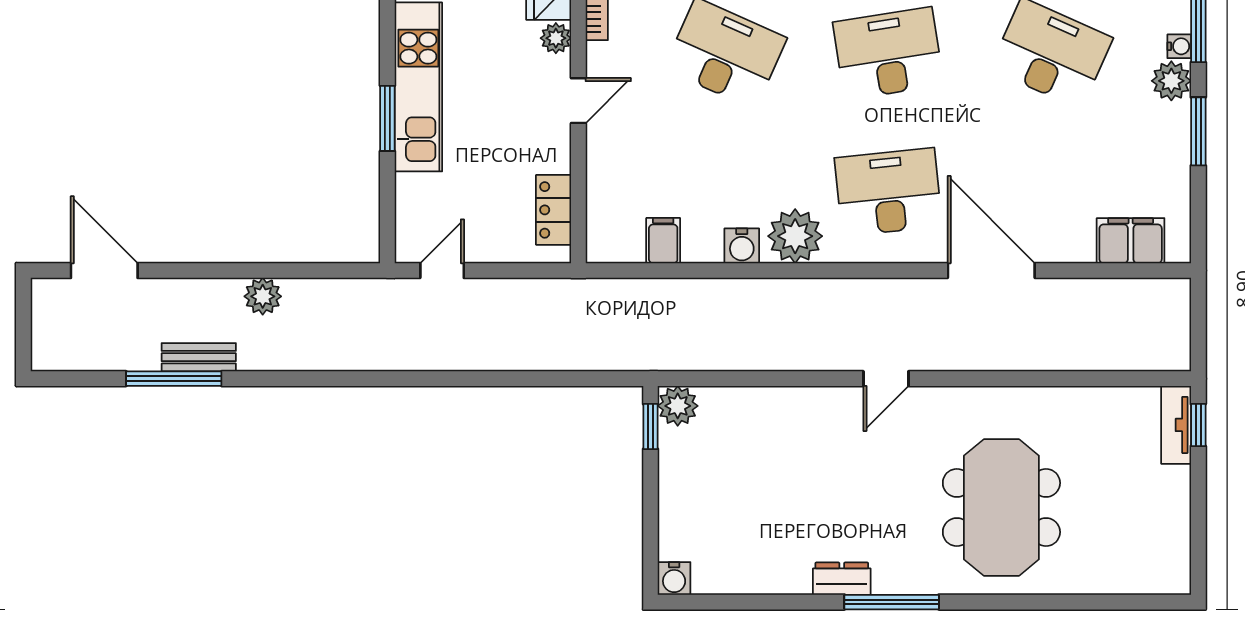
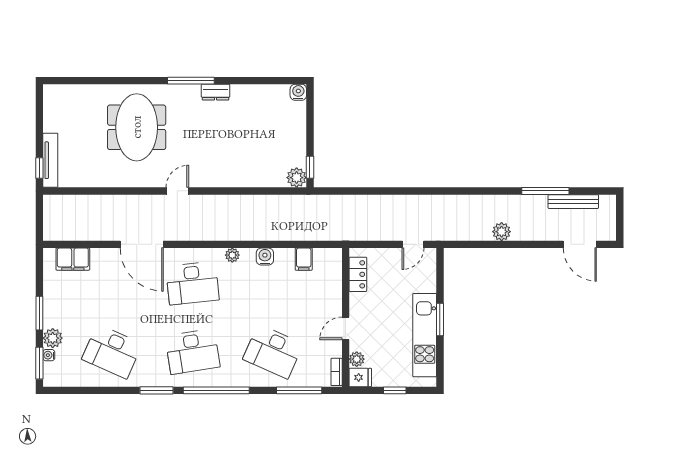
plant: (795, 236) -> (232, 255), width x0.53, depth x0.53
bench: (199, 357) -> (573, 202), moved, width x1.36
door: (886, 379) -> (177, 191), moved
tv unit: (1176, 425) -> (50, 160), width x1.41

